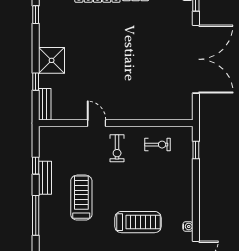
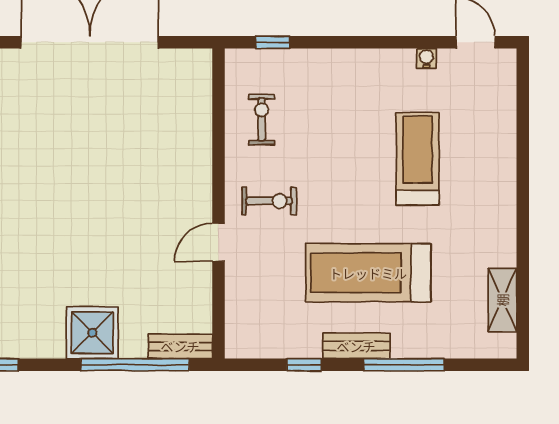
window: (36, 82) -> (135, 365), width x3.17
bench: (45, 178) -> (356, 346), moved
treadmill: (81, 198) -> (368, 273), width x1.37, depth x1.38

